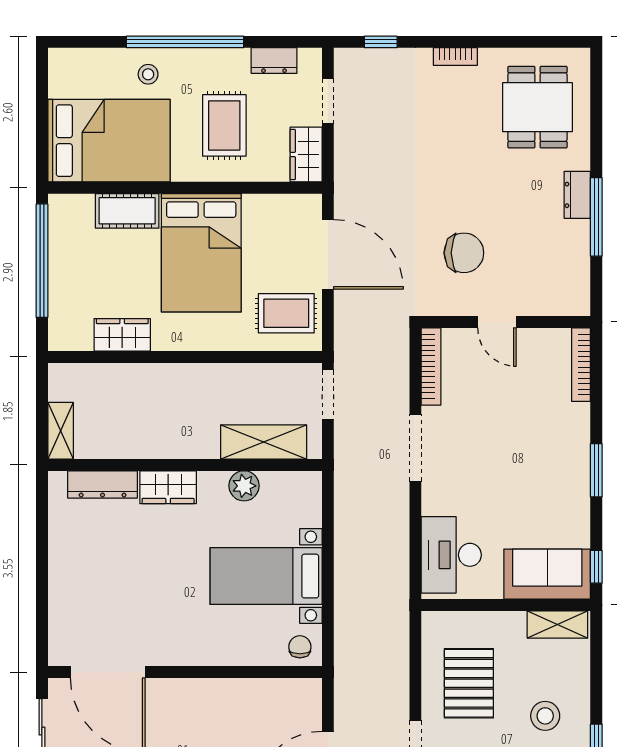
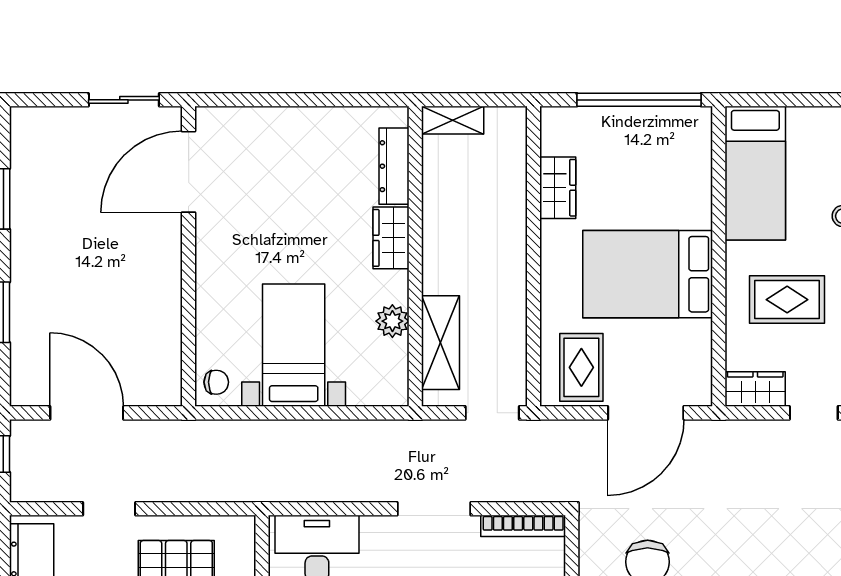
bed: (109, 141) -> (755, 173), width x0.67
cot: (127, 211) -> (693, 193), removed

